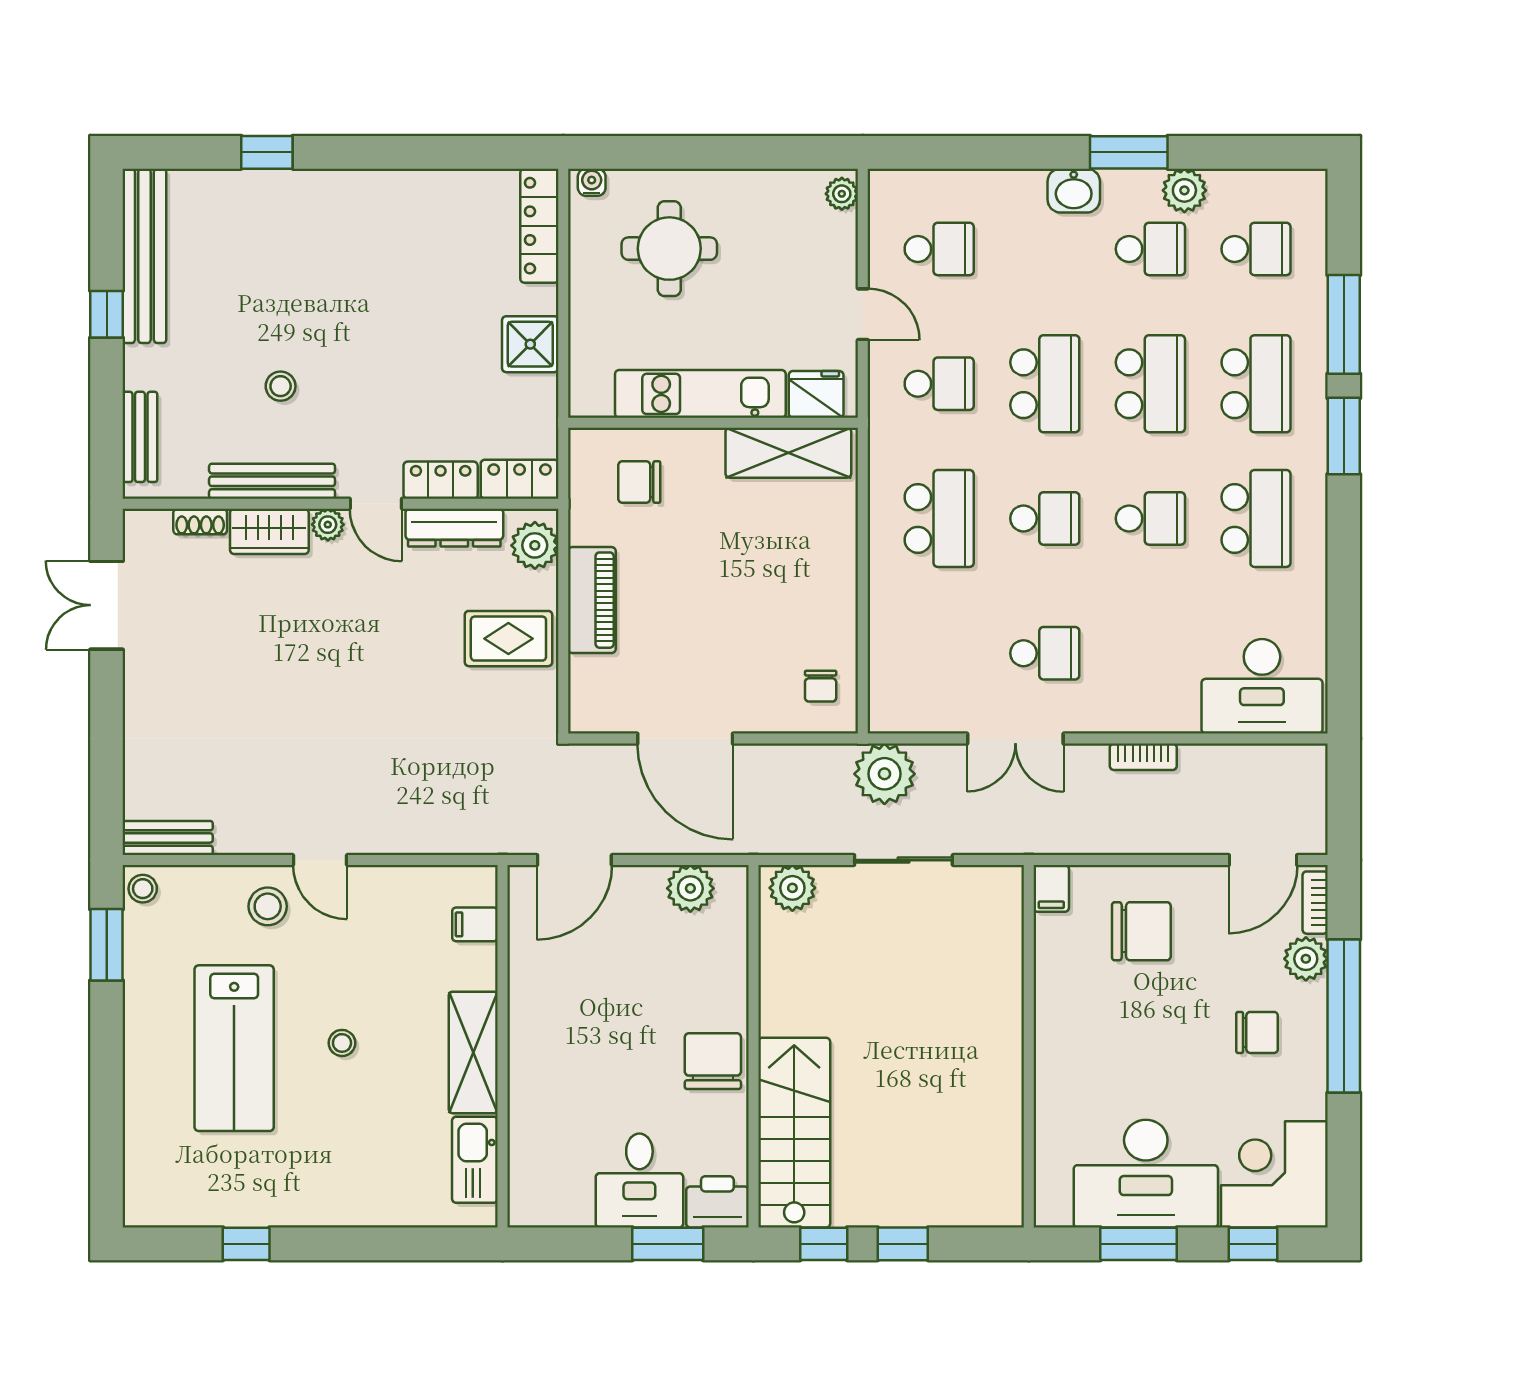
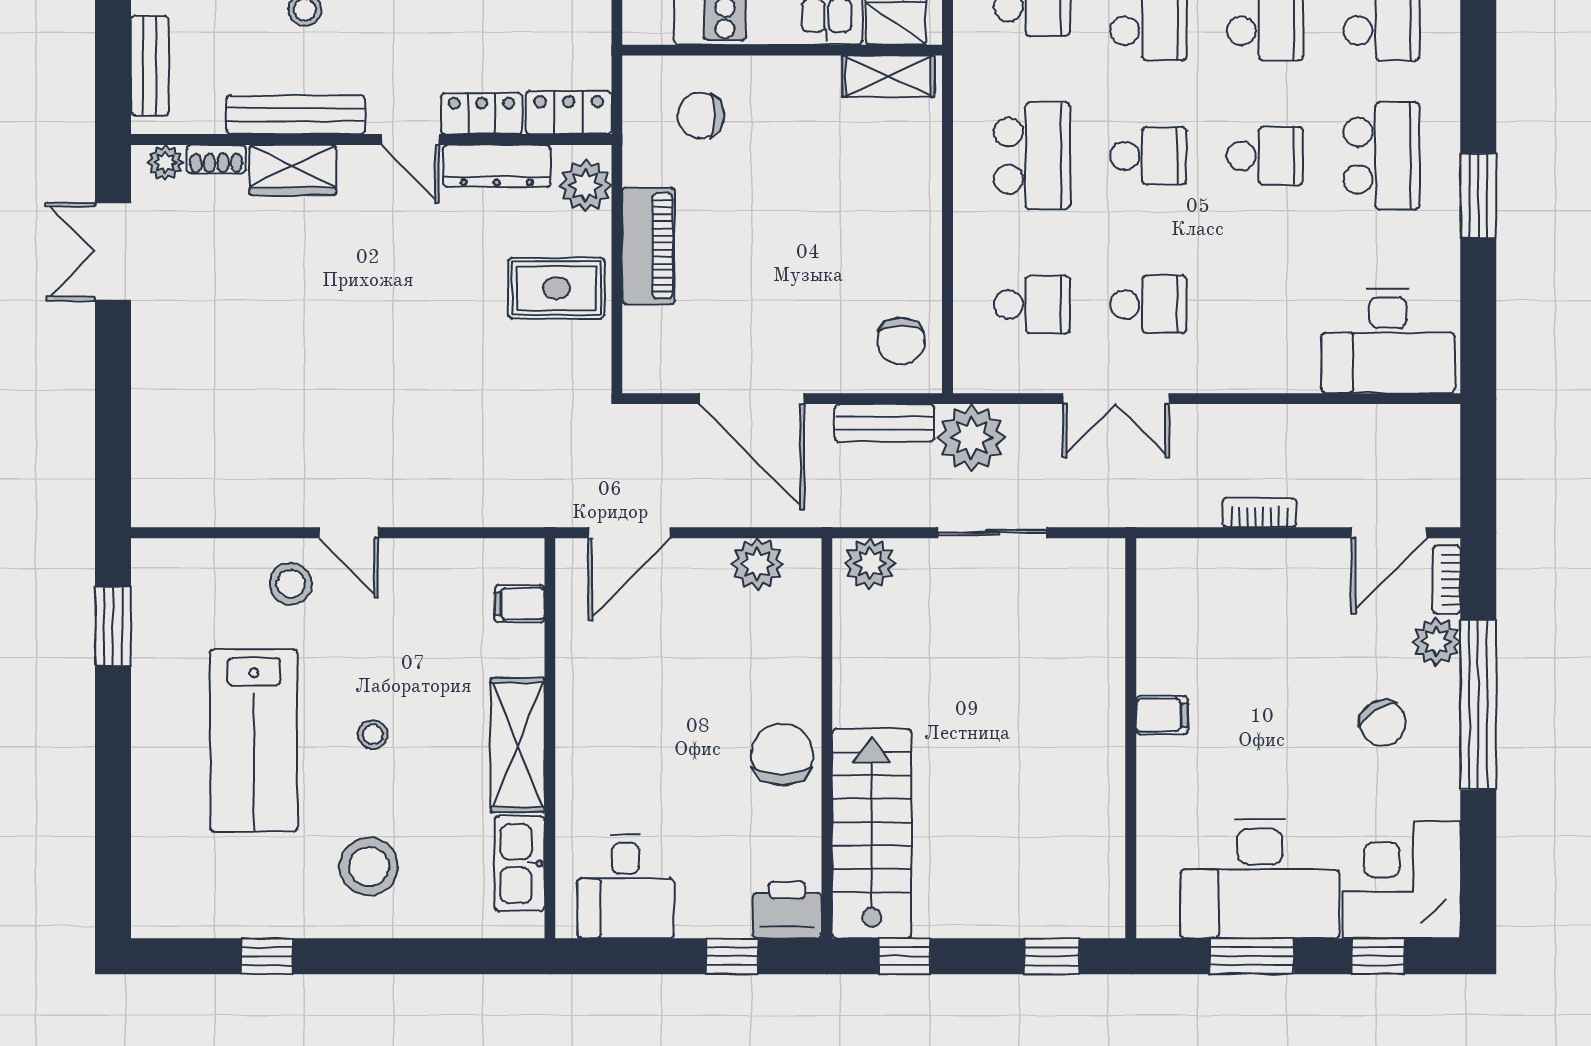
window: (1344, 436) -> (1478, 196), moved
shelving: (788, 453) -> (888, 76), width x0.67, depth x0.75
plant: (328, 525) -> (166, 163), moved
school desk: (939, 653) -> (1032, 304), added
chair: (821, 686) -> (901, 341), width x1.37, depth x1.37
bookcase: (1143, 757) -> (1259, 513), moved, turned 180
bench: (168, 838) -> (885, 423), moved
filing cabinet: (1051, 888) -> (1162, 715), moved, turned -90
stool: (143, 889) -> (369, 866), moved, width x1.89, depth x1.89
chair: (1141, 931) -> (1255, 611), removed
chair: (1257, 1032) -> (1383, 723), turned 58
desk: (639, 1181) -> (626, 886), moved
window: (668, 1244) -> (732, 956), width x0.67
window: (903, 1244) -> (1052, 956), moved

